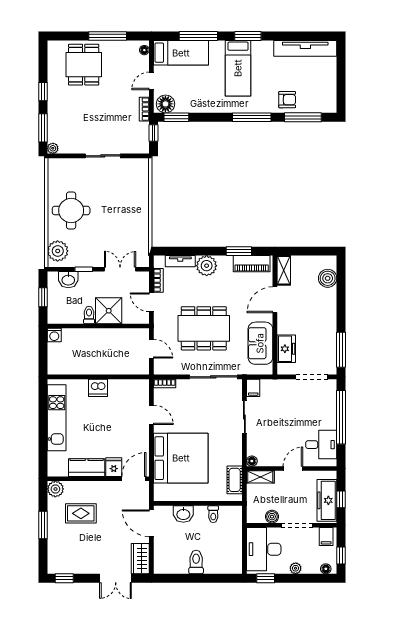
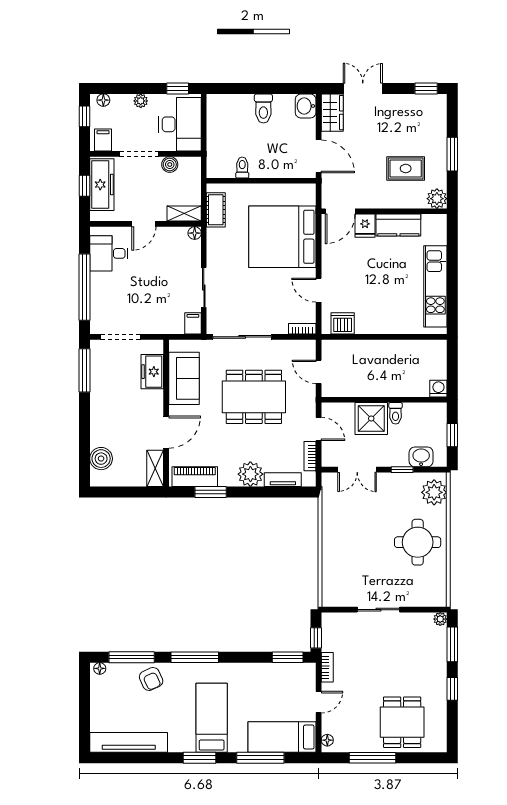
armchair: (287, 100) -> (151, 679), turned -115
floor lamp: (165, 104) -> (100, 668), moved, width x0.53, depth x0.53
dishwasher: (98, 388) -> (343, 323), moved
washbasin: (183, 514) -> (306, 106), moved, turned -90

